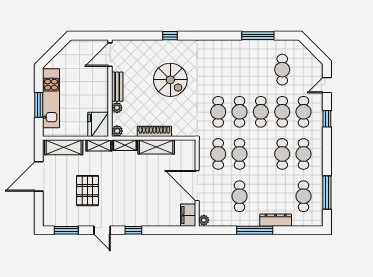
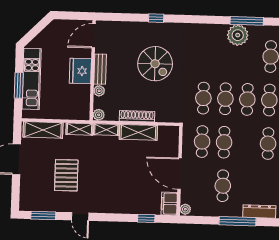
plant: (250, 50) -> (238, 35), added
fridge: (98, 124) -> (80, 71), moved
window: (133, 230) -> (146, 218), moved

